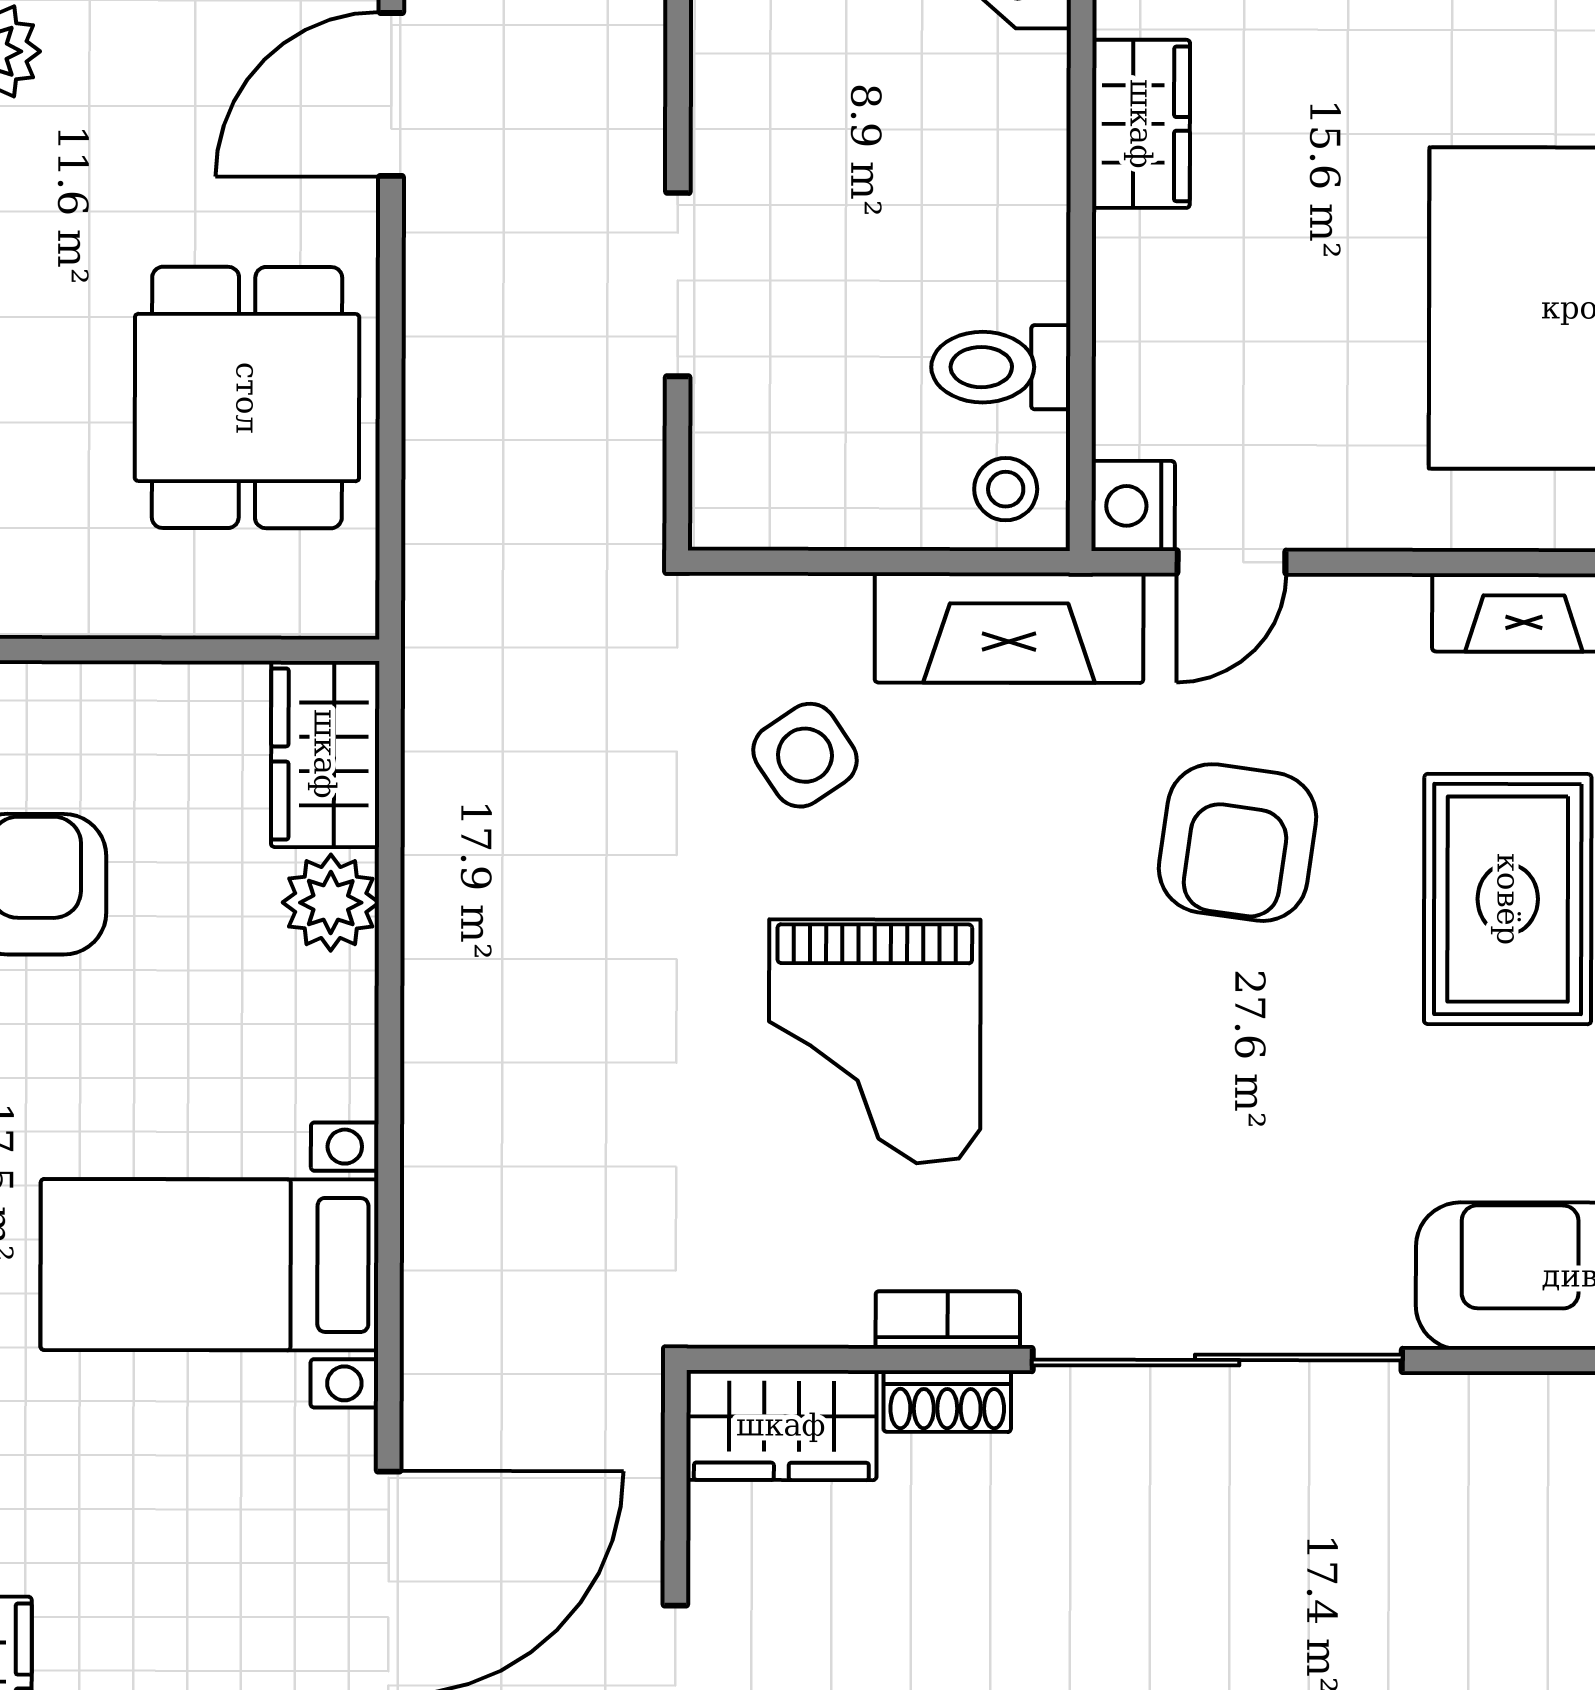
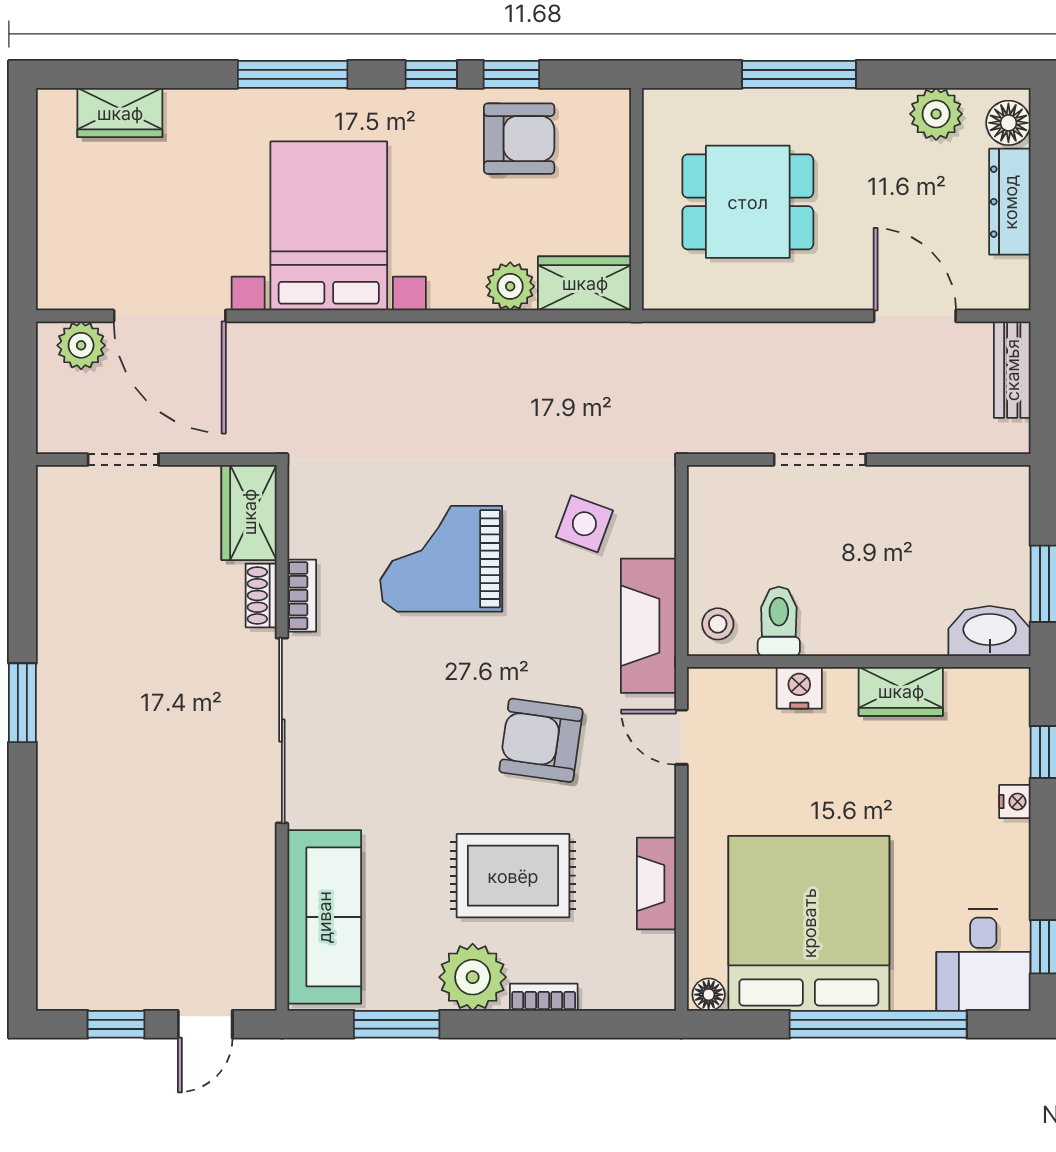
dining table: (247, 398) -> (748, 202), moved
nightstand: (1133, 506) -> (799, 688), moved
side table: (805, 755) -> (584, 524), turned -36
bed with nightstands: (210, 1265) -> (329, 226), width x1.36

